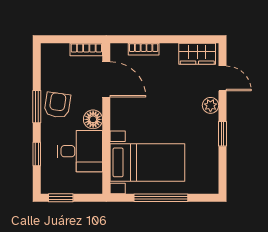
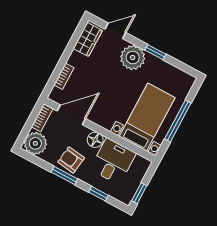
plant: (55, 57) -> (35, 143), added
plant: (210, 105) -> (133, 58), width x1.88, depth x1.88

